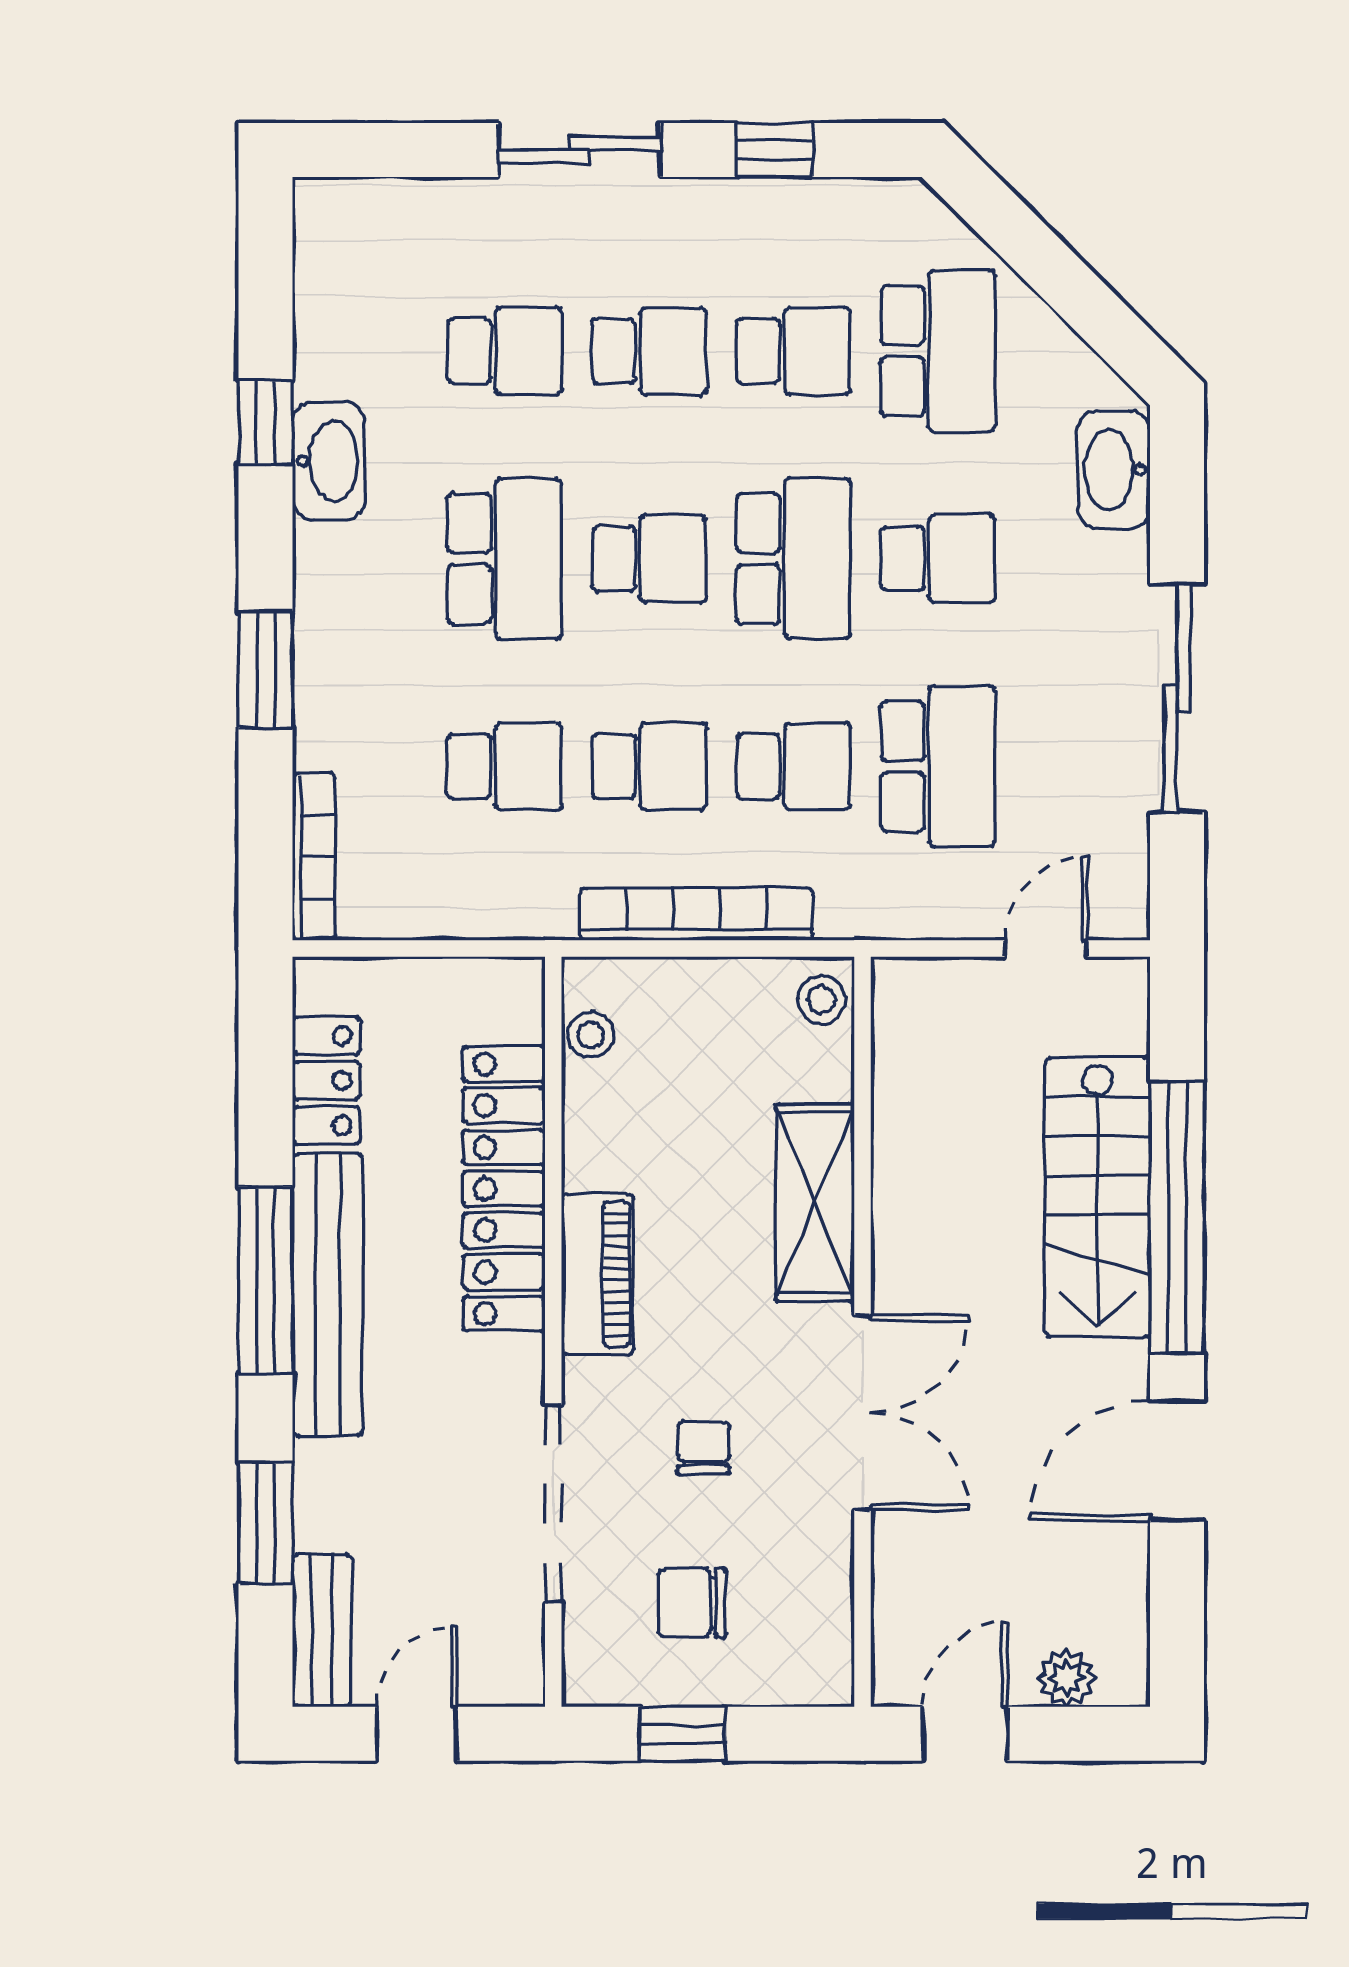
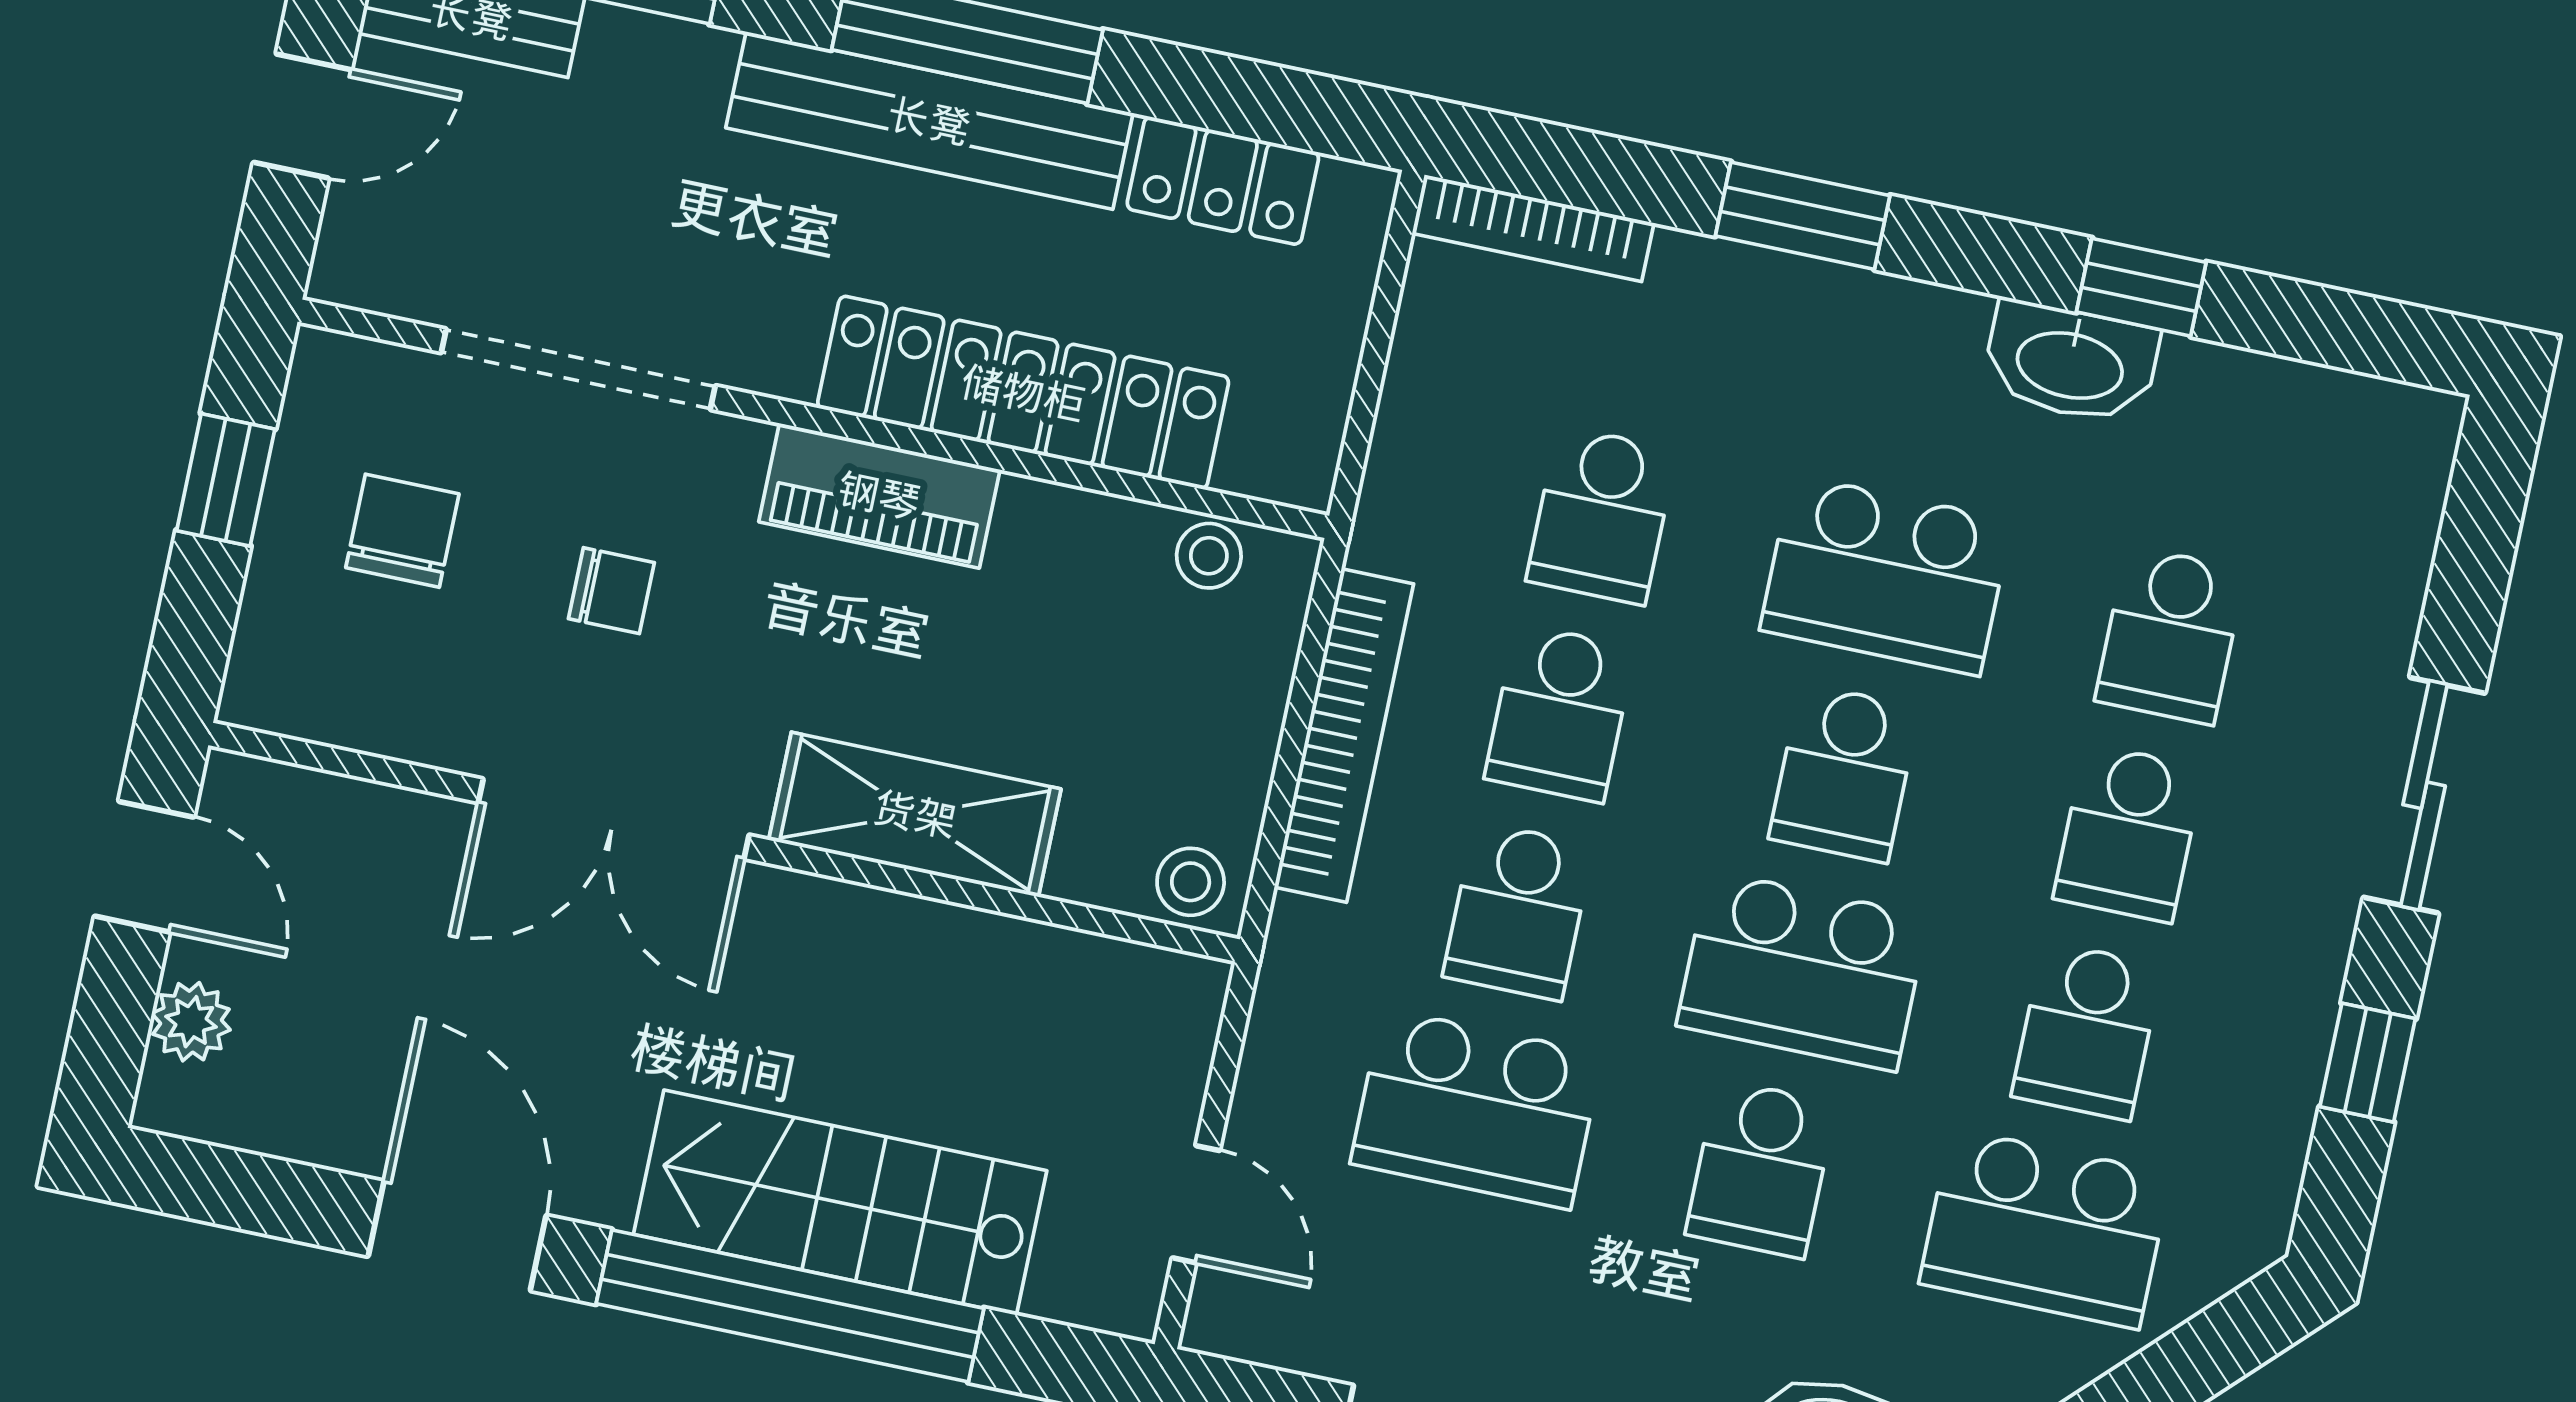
door: (417, 1734) -> (302, 116), hinge flipped

